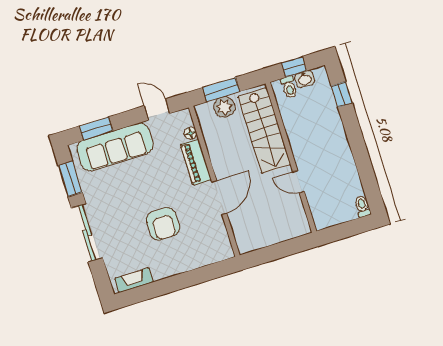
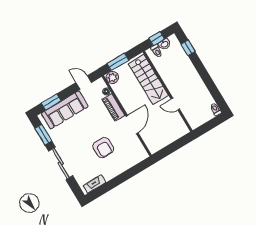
plant: (224, 107) -> (112, 77), moved

